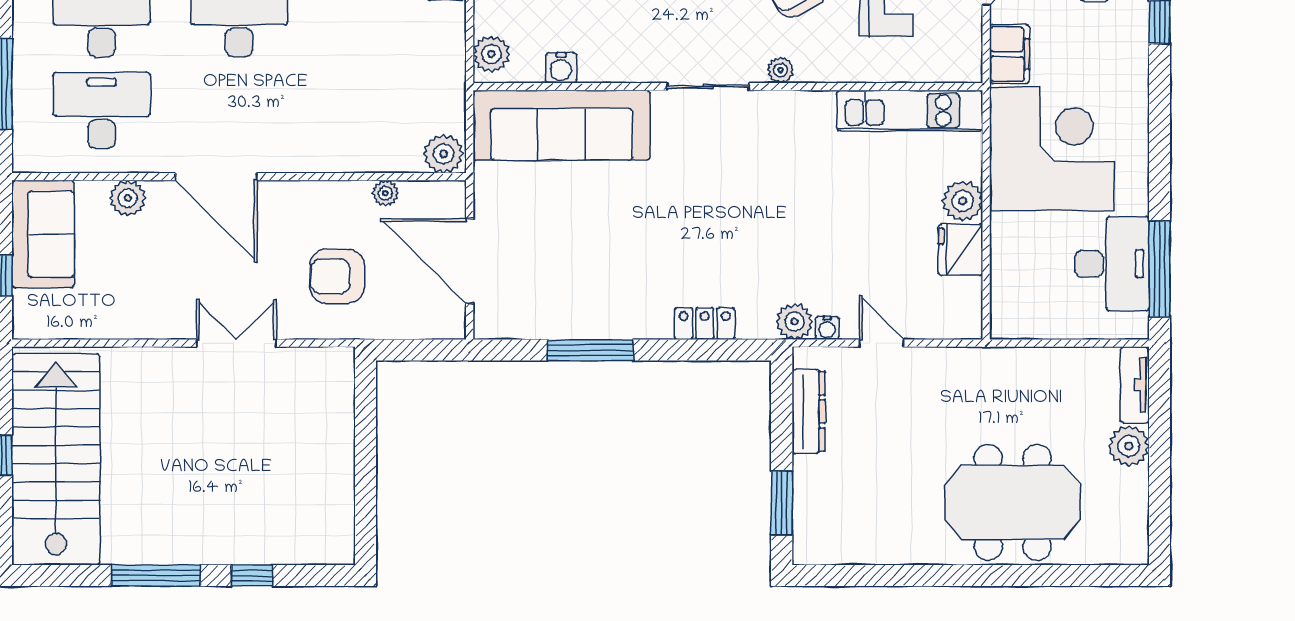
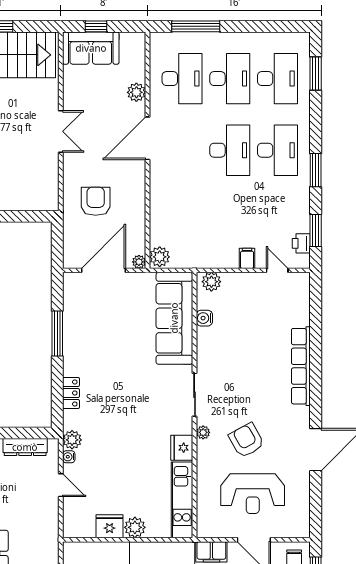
fridge: (810, 111) -> (182, 448), added
plant: (385, 193) -> (139, 262), moved
sofa: (43, 234) -> (91, 48), moved
double door: (236, 343) -> (61, 131), moved
door: (881, 343) -> (61, 485), hinge flipped

